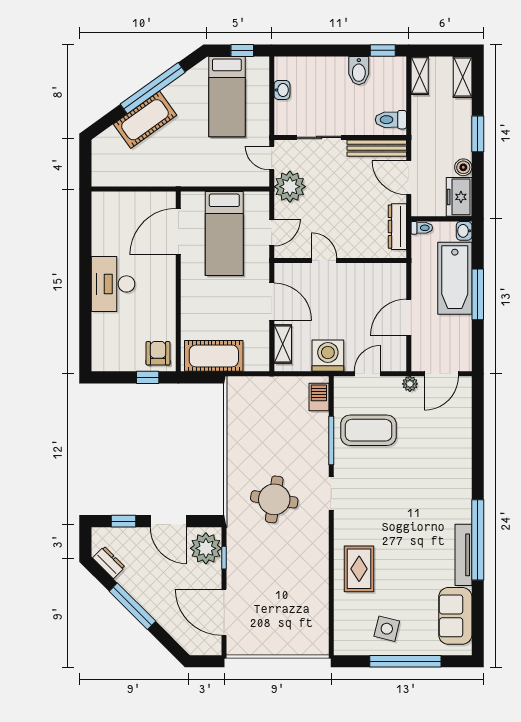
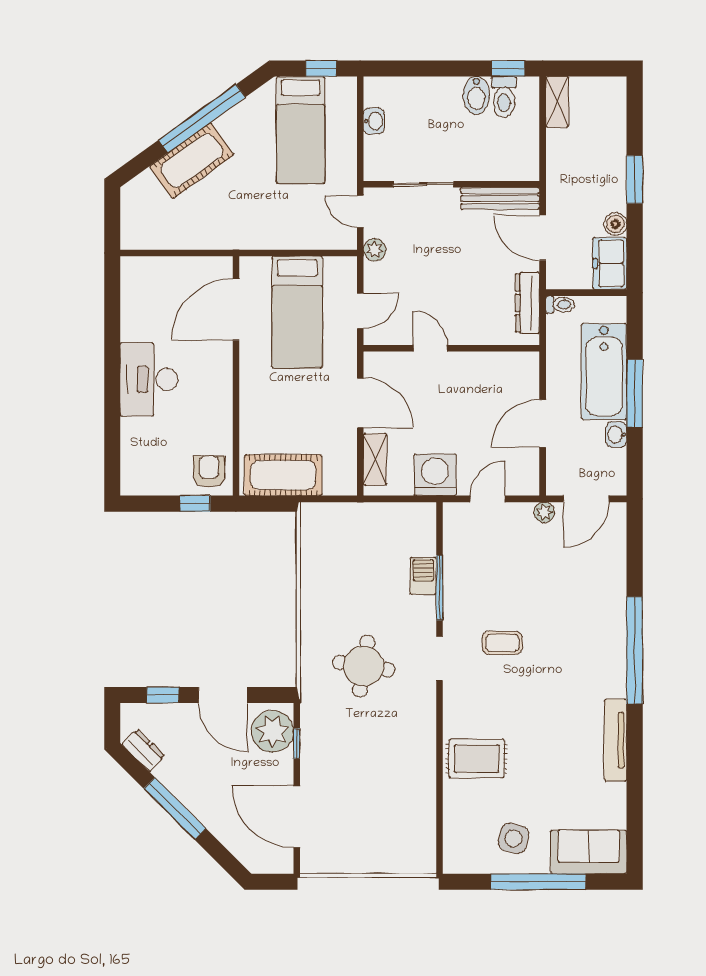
shelving: (463, 77) -> (614, 104), removed
toilet: (391, 120) -> (504, 97), moved, turned -90
plant: (290, 187) -> (375, 250), width x0.53, depth x0.53
washbasin: (464, 231) -> (616, 435), moved
barbecue: (319, 397) -> (423, 576), moved
coffee table: (369, 430) -> (502, 643), moved, width x0.54, depth x0.58
window: (478, 540) -> (635, 650), moved
rug: (359, 569) -> (476, 759), turned 90
sofa: (455, 616) -> (589, 852), moved, turned 90

